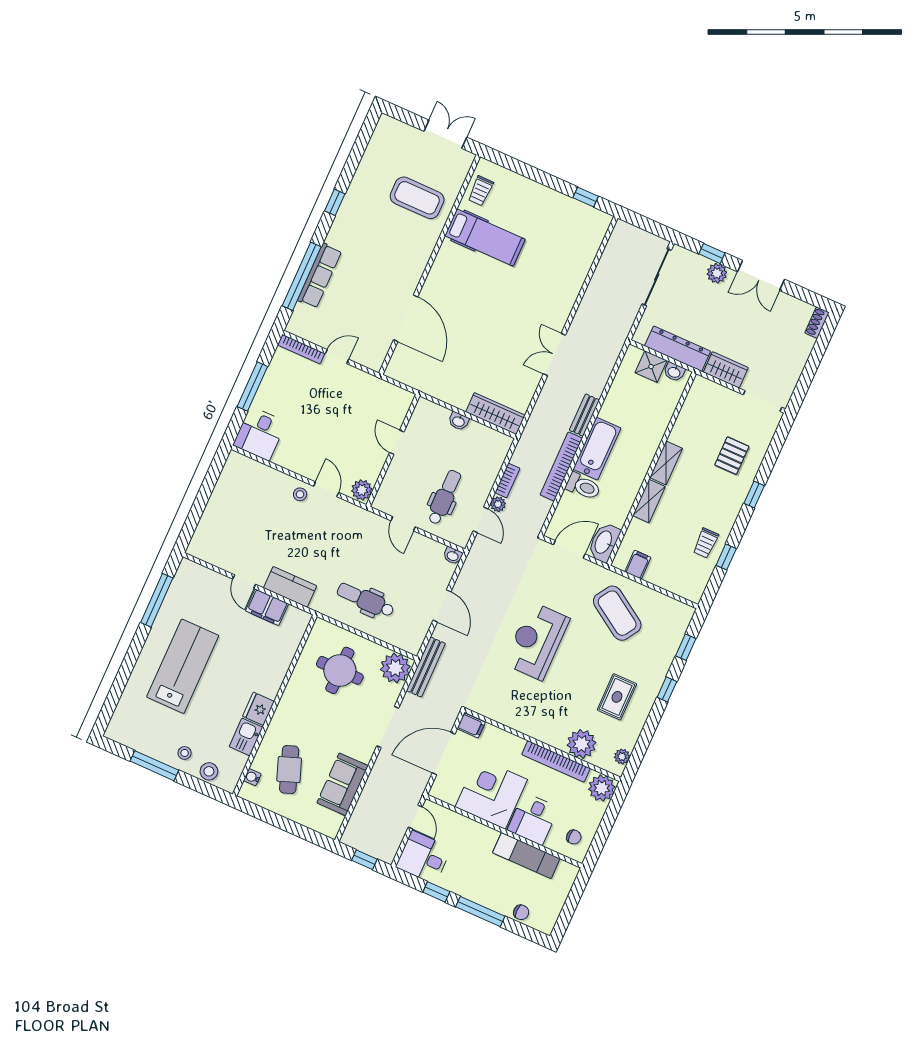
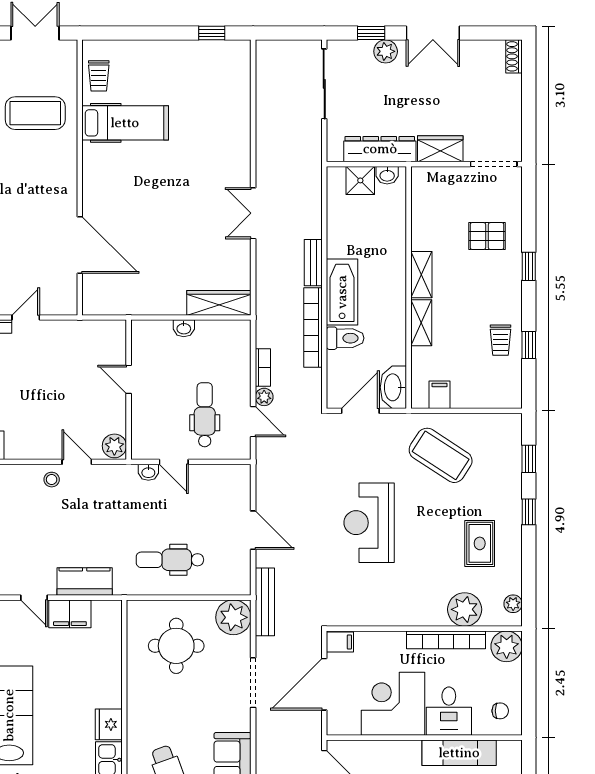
pallet: (732, 456) -> (487, 236), turned 90
washbasin: (453, 556) -> (148, 472), moved

